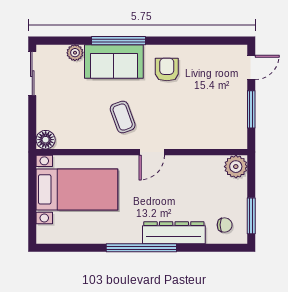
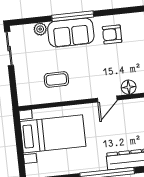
armchair: (167, 69) -> (112, 34), turned -90
coffee table: (123, 117) -> (56, 79), moved, turned -70
floor lamp: (46, 140) -> (129, 87), moved

